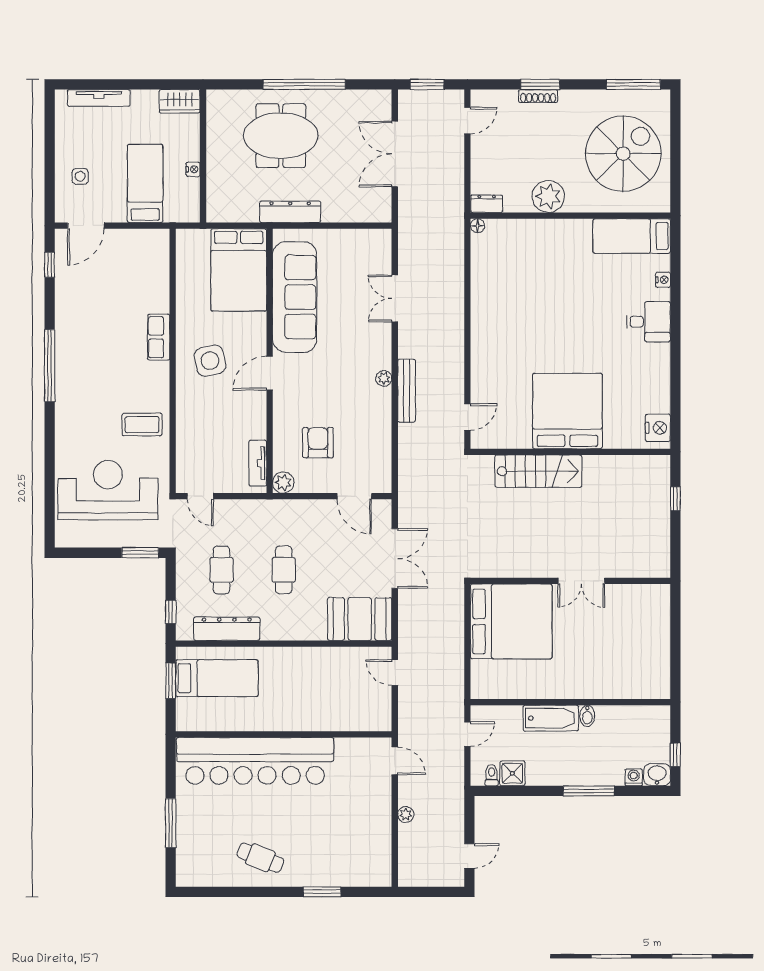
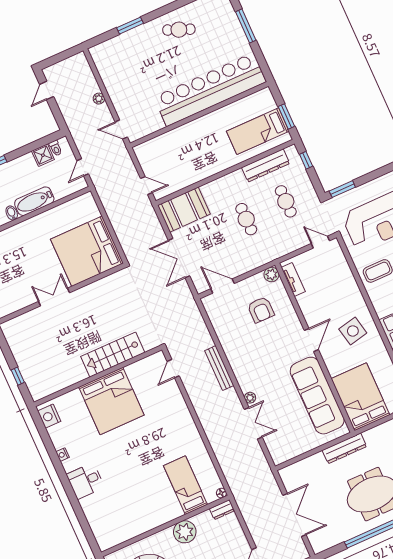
bed: (632, 236) -> (185, 485), moved, turned -90
nightstand: (663, 280) -> (62, 455), moved
plant: (384, 378) -> (250, 398), moved

